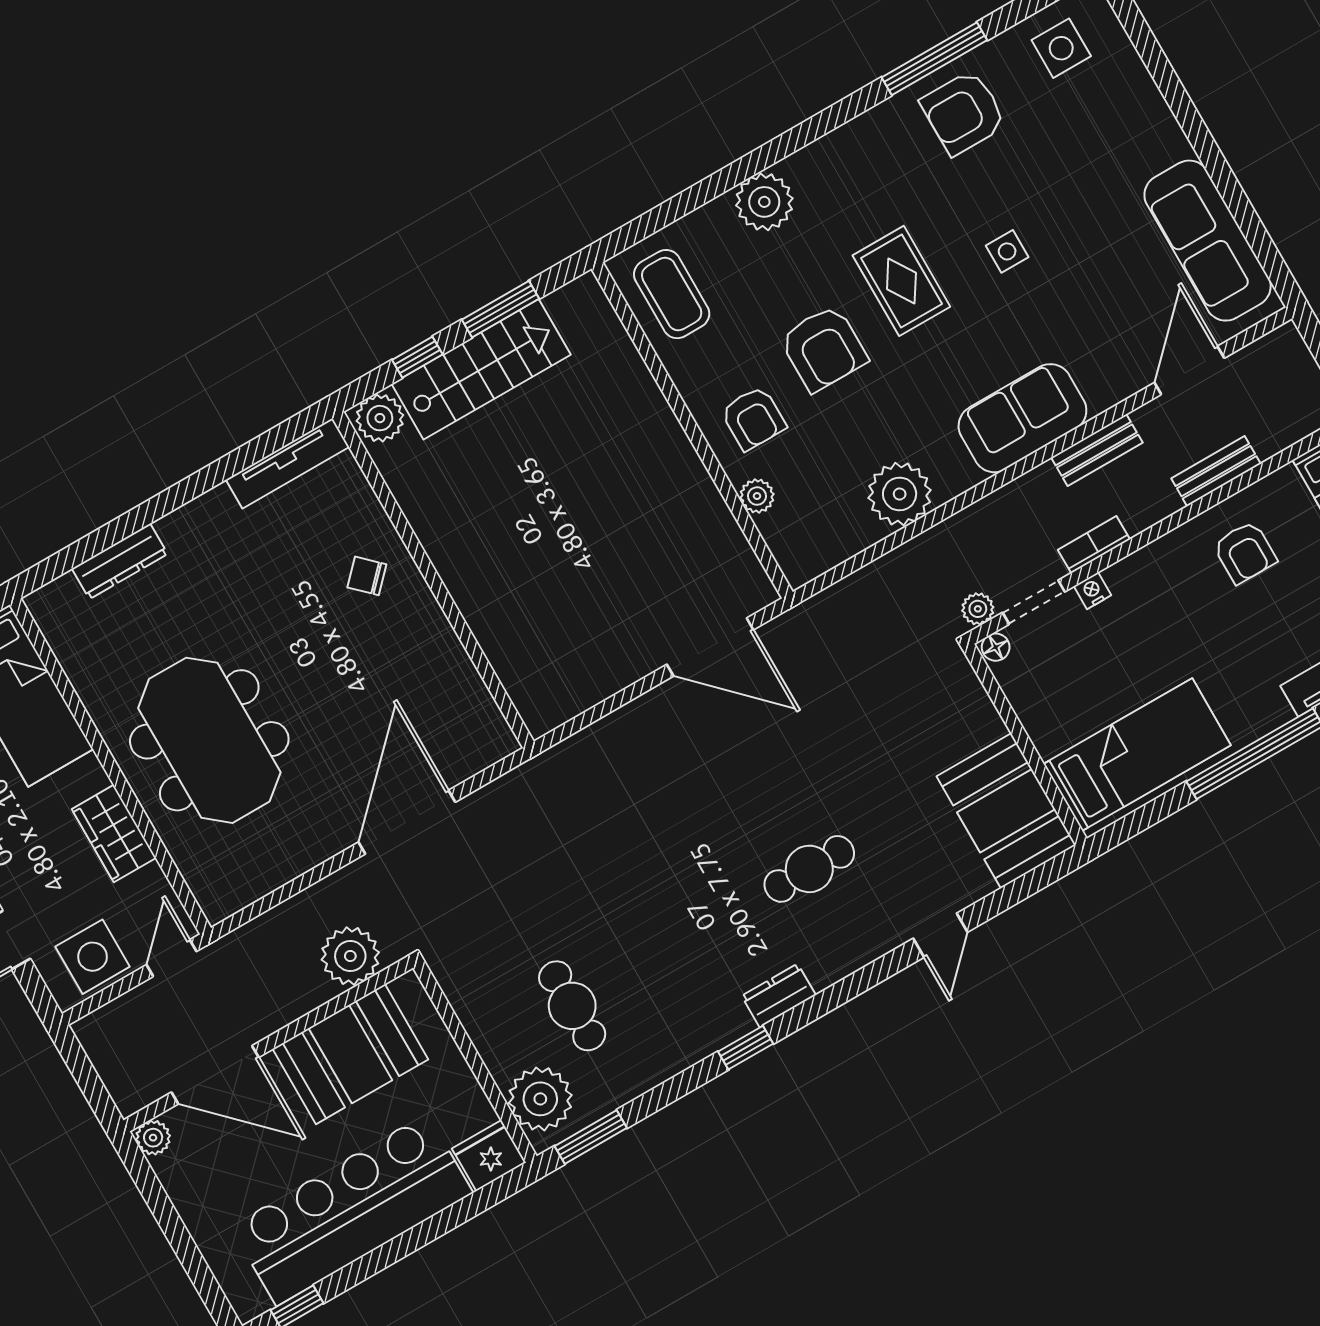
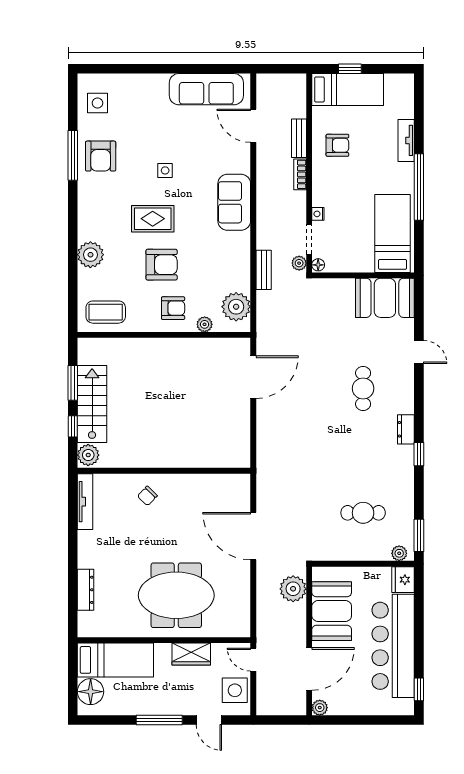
bench: (1097, 450) -> (264, 270), moved
plant: (900, 494) -> (236, 307), moved
bookcase: (1094, 545) -> (300, 174), moved
plant: (540, 1099) -> (399, 553), width x0.53, depth x0.53

